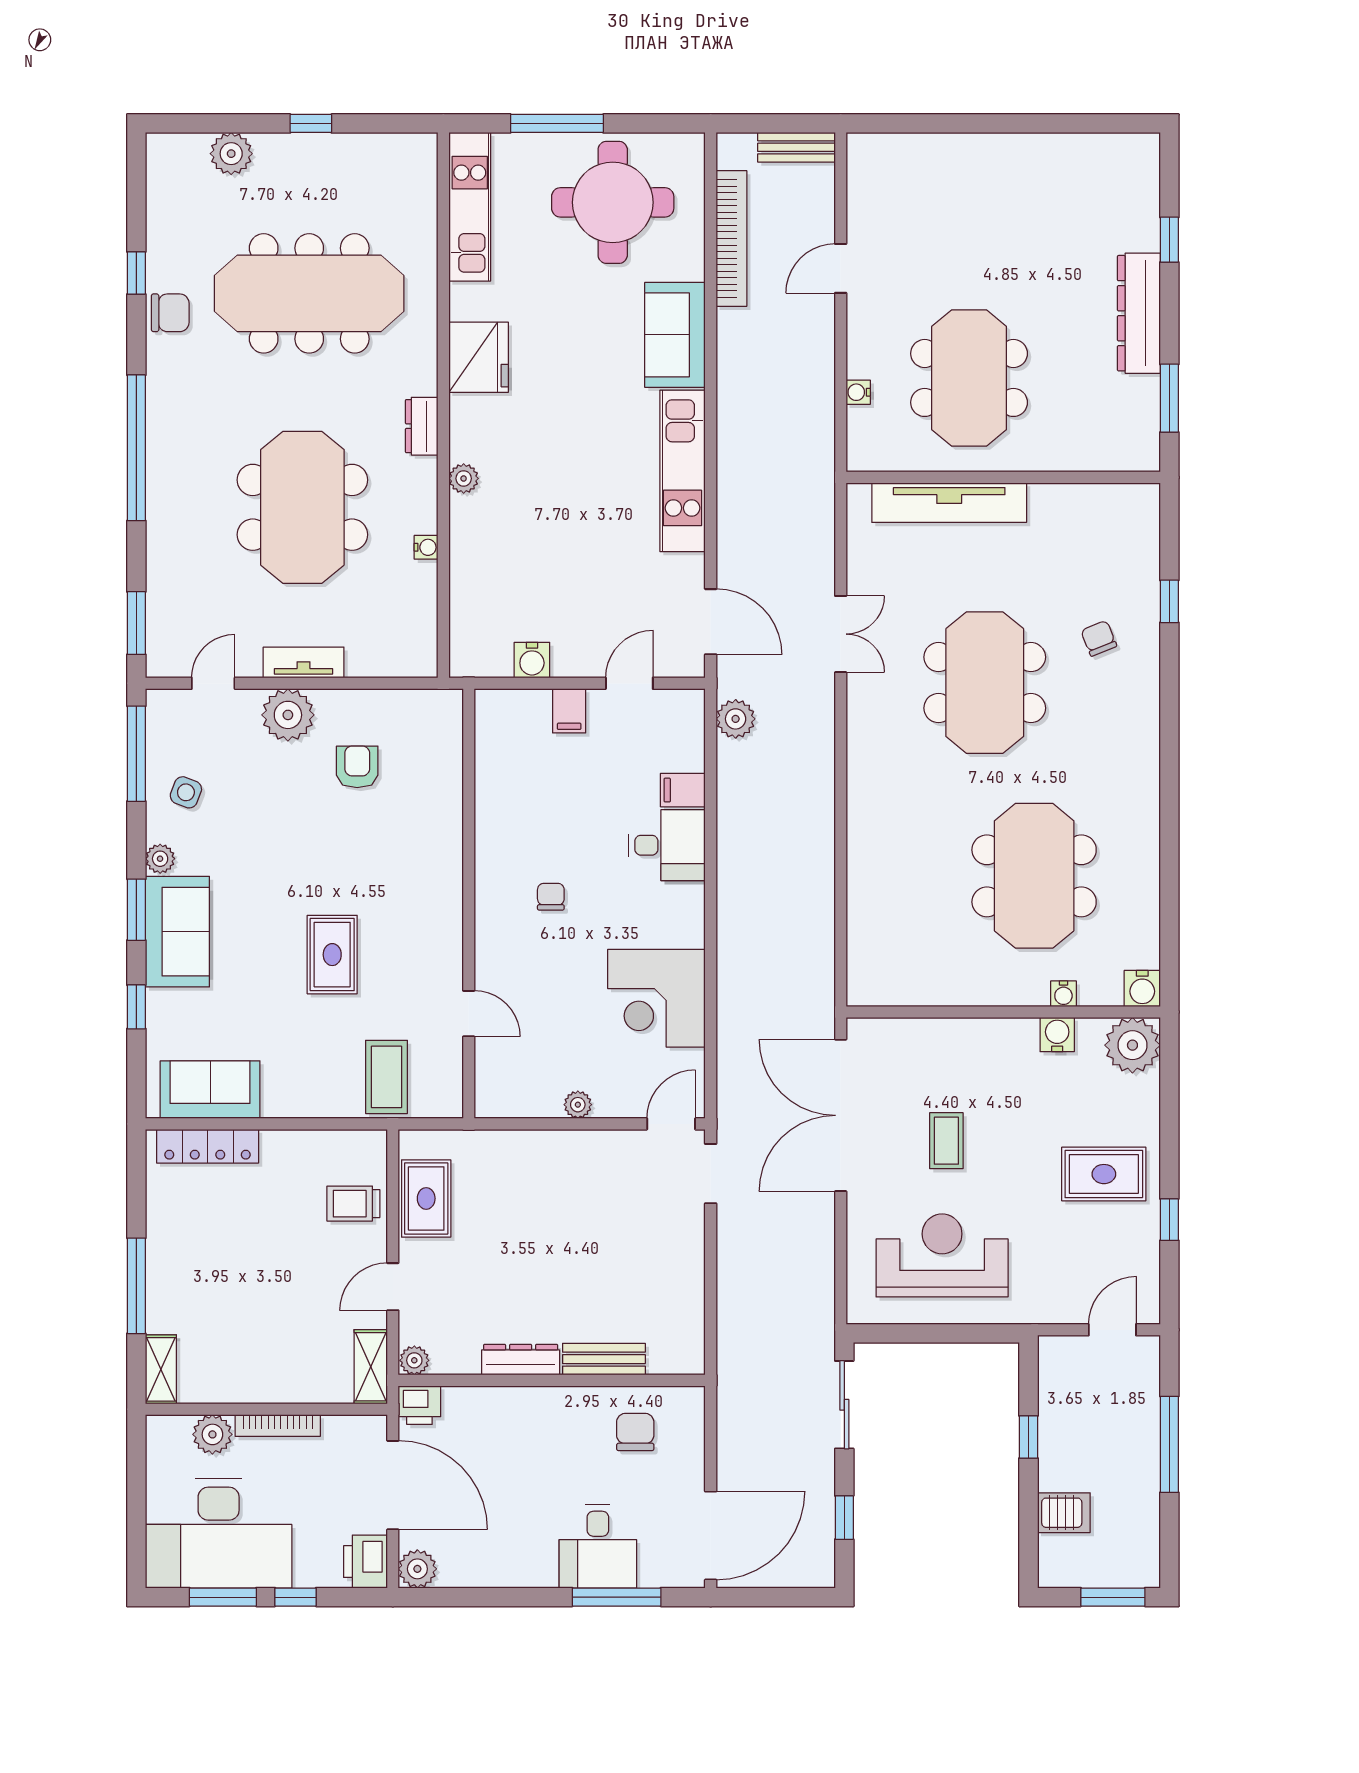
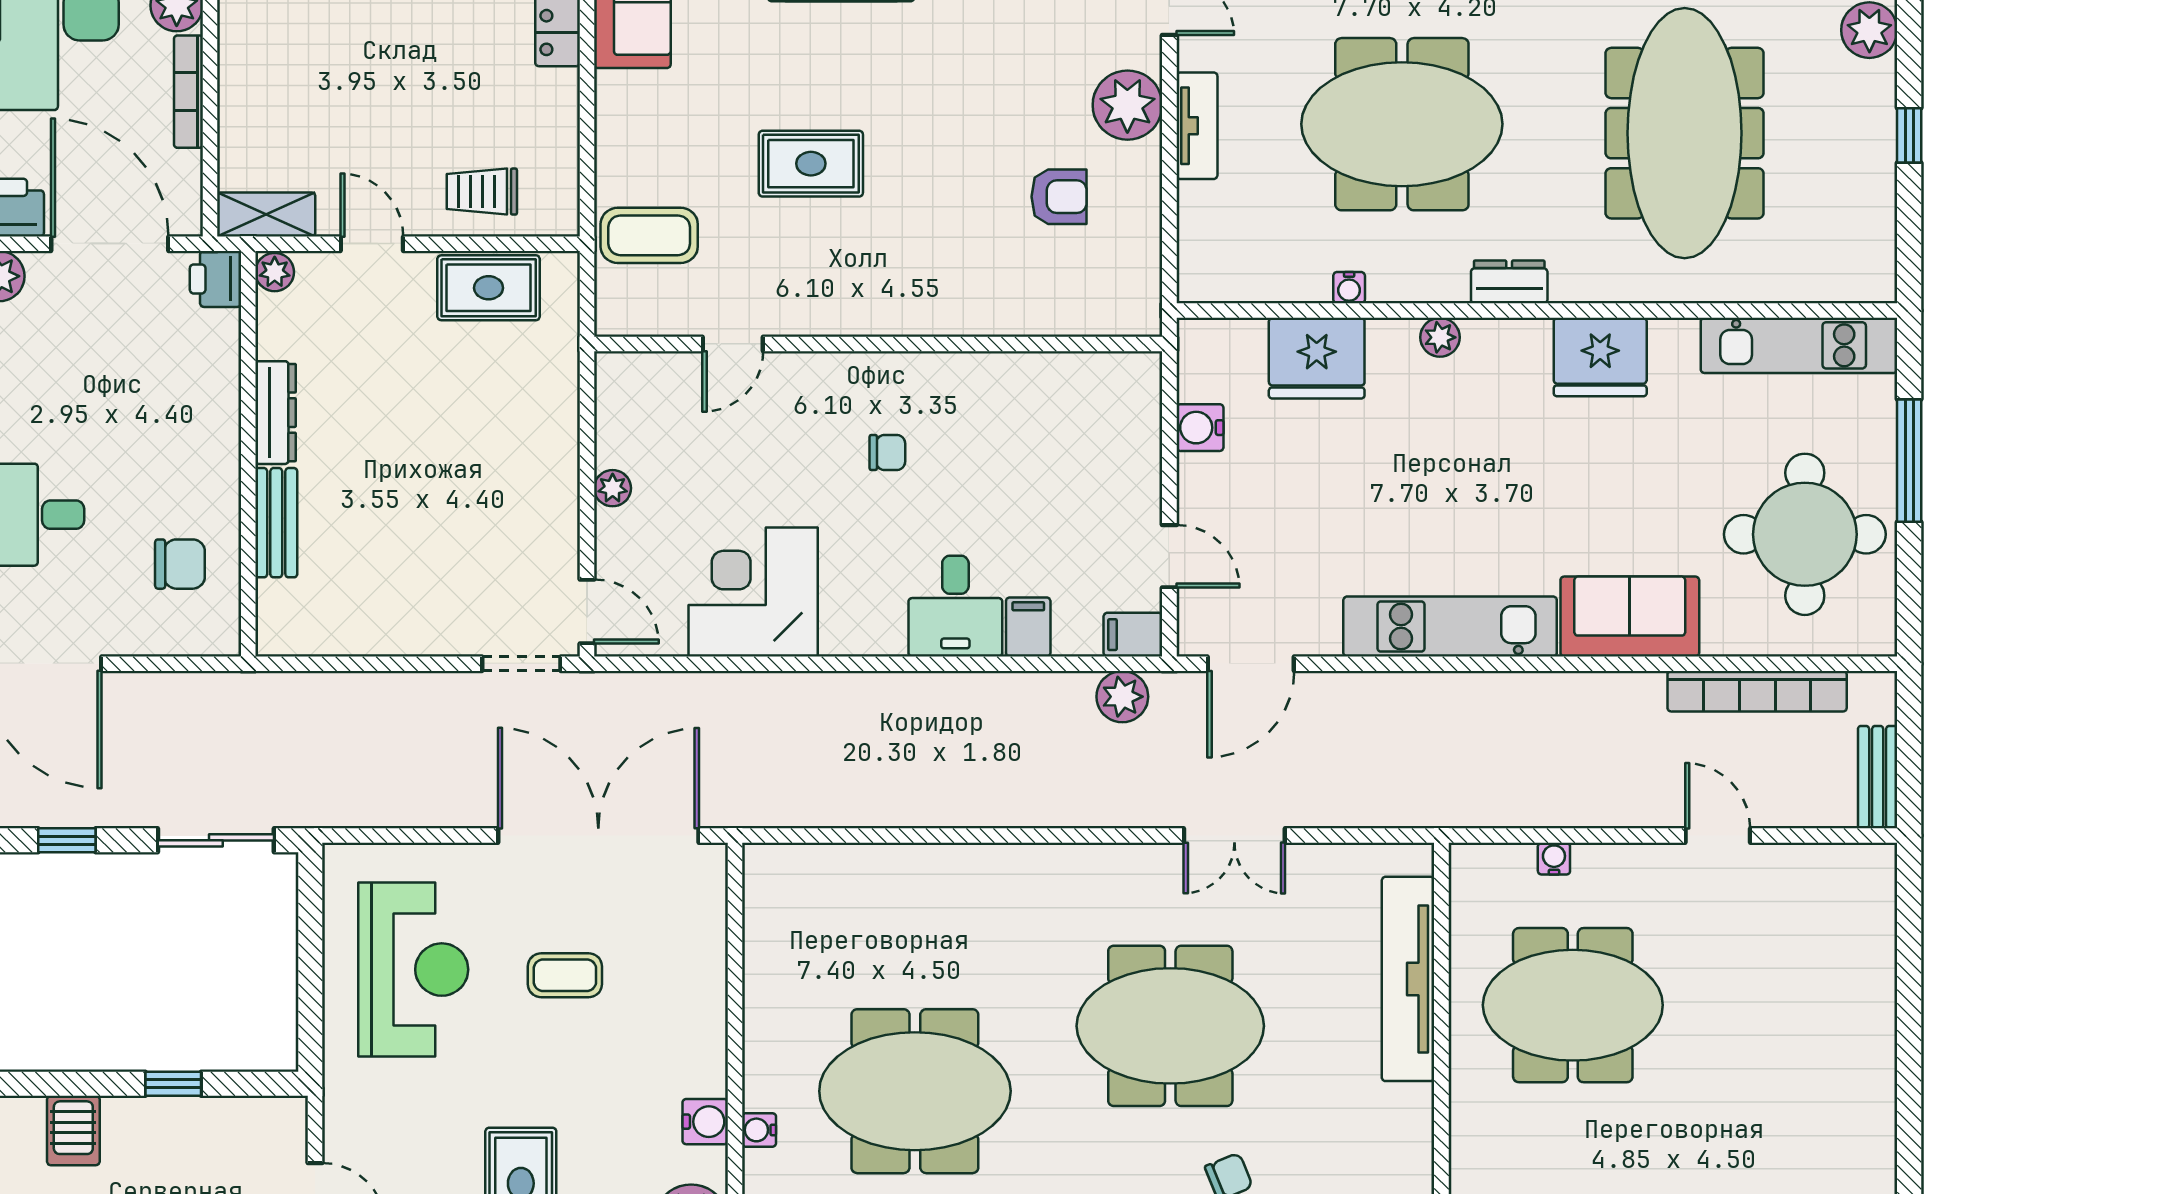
fridge: (479, 572) -> (1317, 358), added
filing cabinet: (569, 711) -> (1133, 635), moved
trolley: (353, 1204) -> (482, 192), turned -90
door: (393, 1485) -> (110, 244), swing flipped

